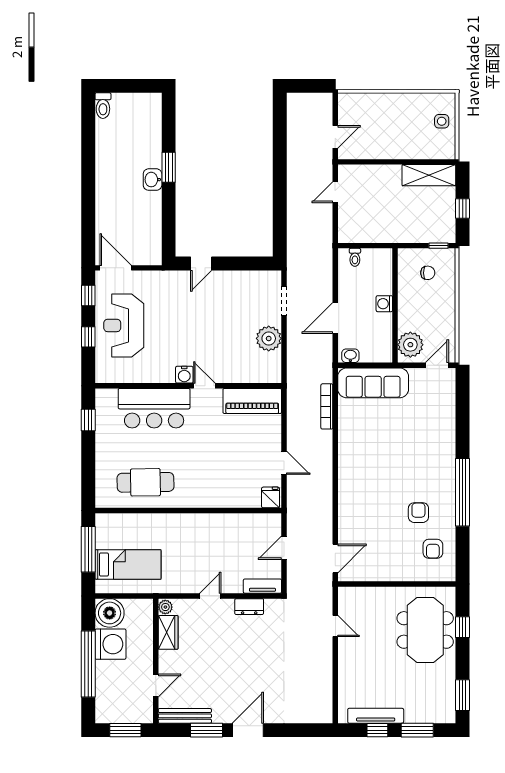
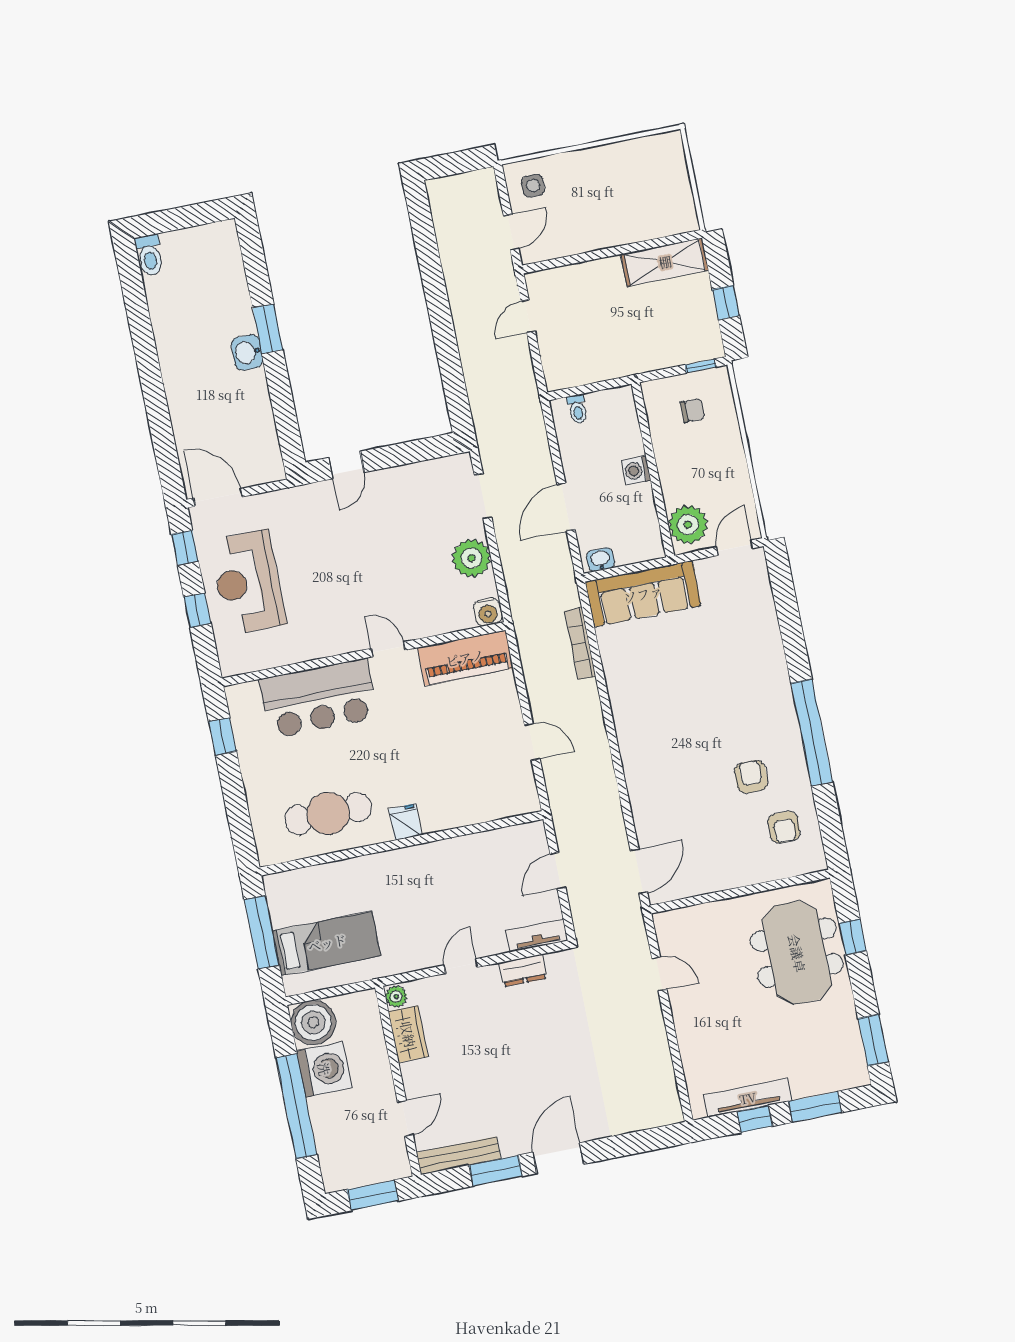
side table: (442, 121) -> (533, 186), moved
water cooler: (184, 375) -> (488, 612), moved
fridge: (271, 497) -> (405, 822), moved

